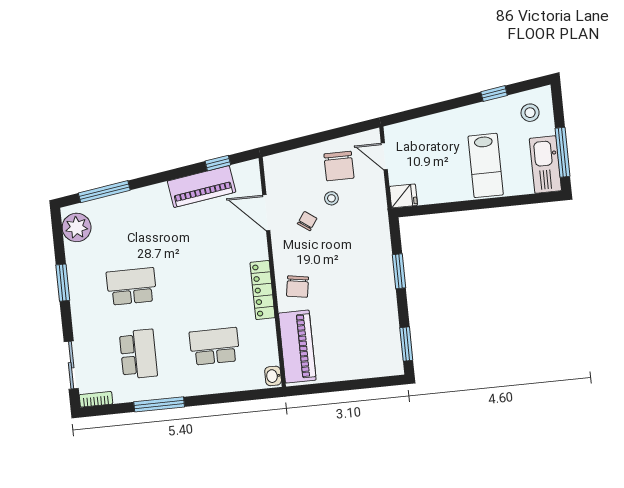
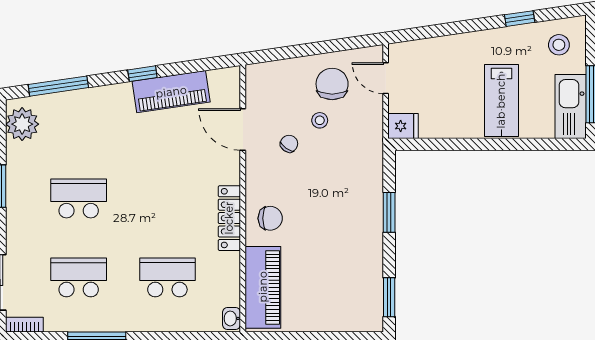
window: (218, 163) -> (142, 74), moved
chair: (339, 166) -> (332, 84), turned 180
chair: (298, 287) -> (270, 218), turned -99
school desk: (138, 354) -> (79, 277), turned -90

